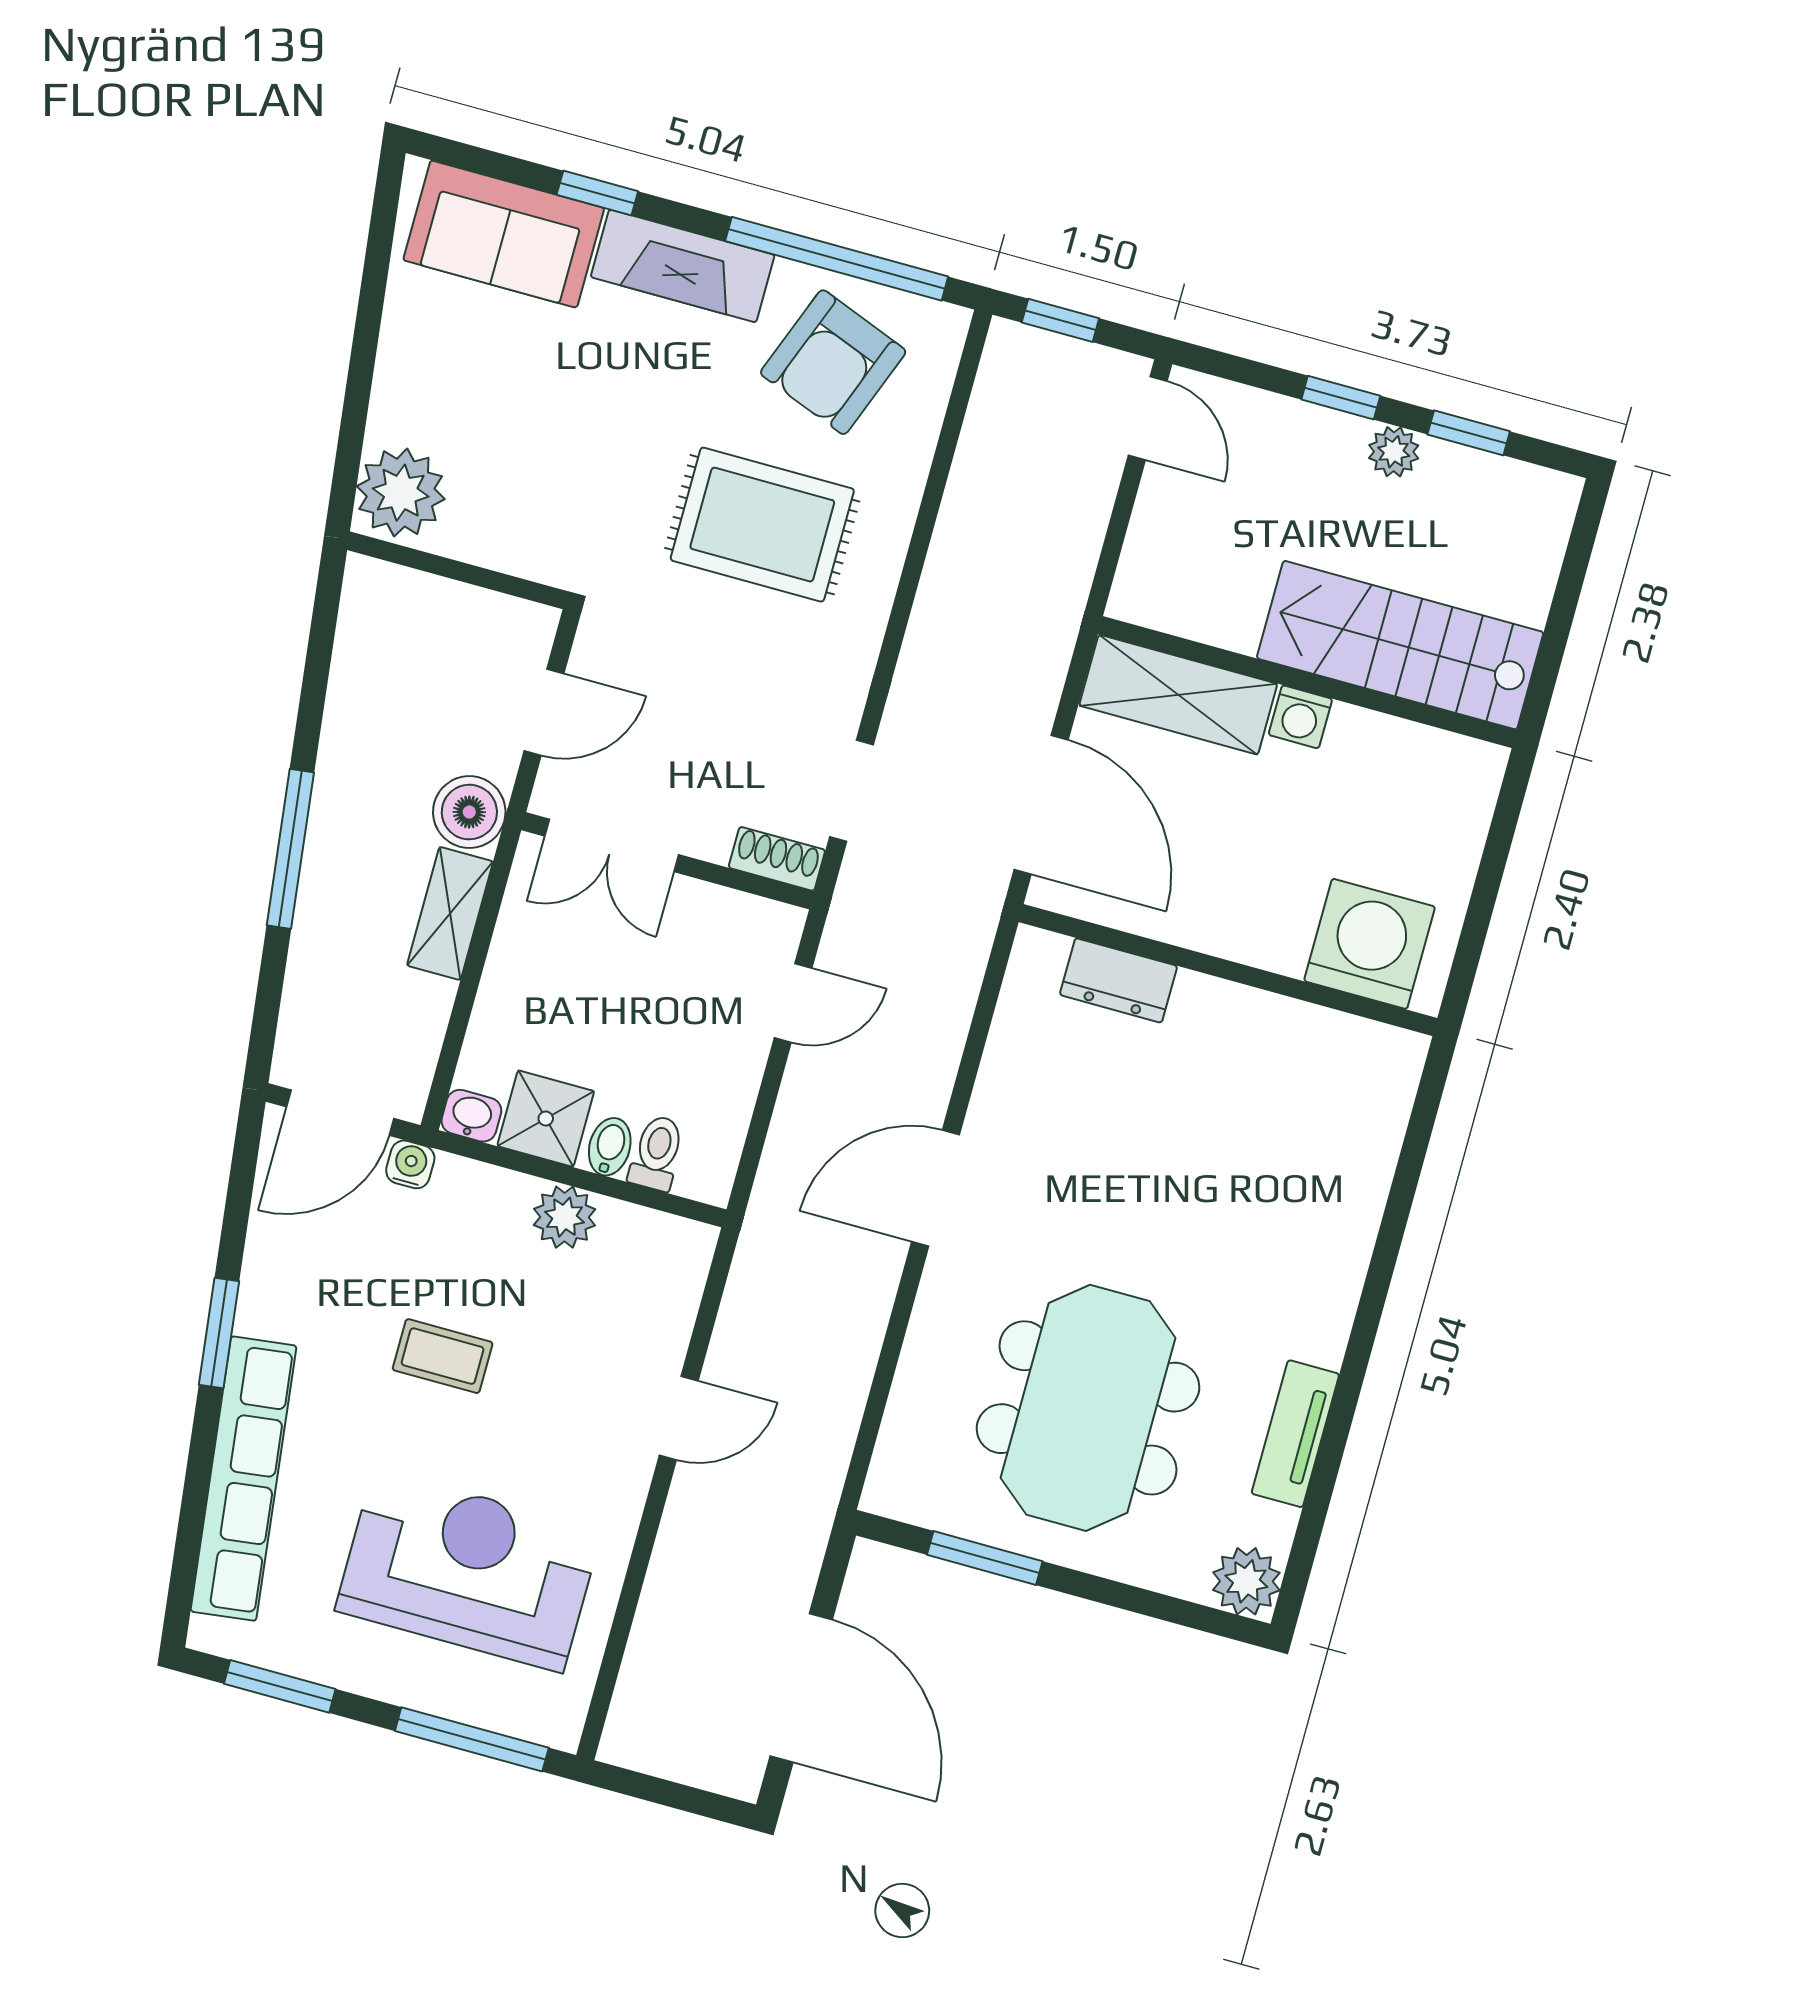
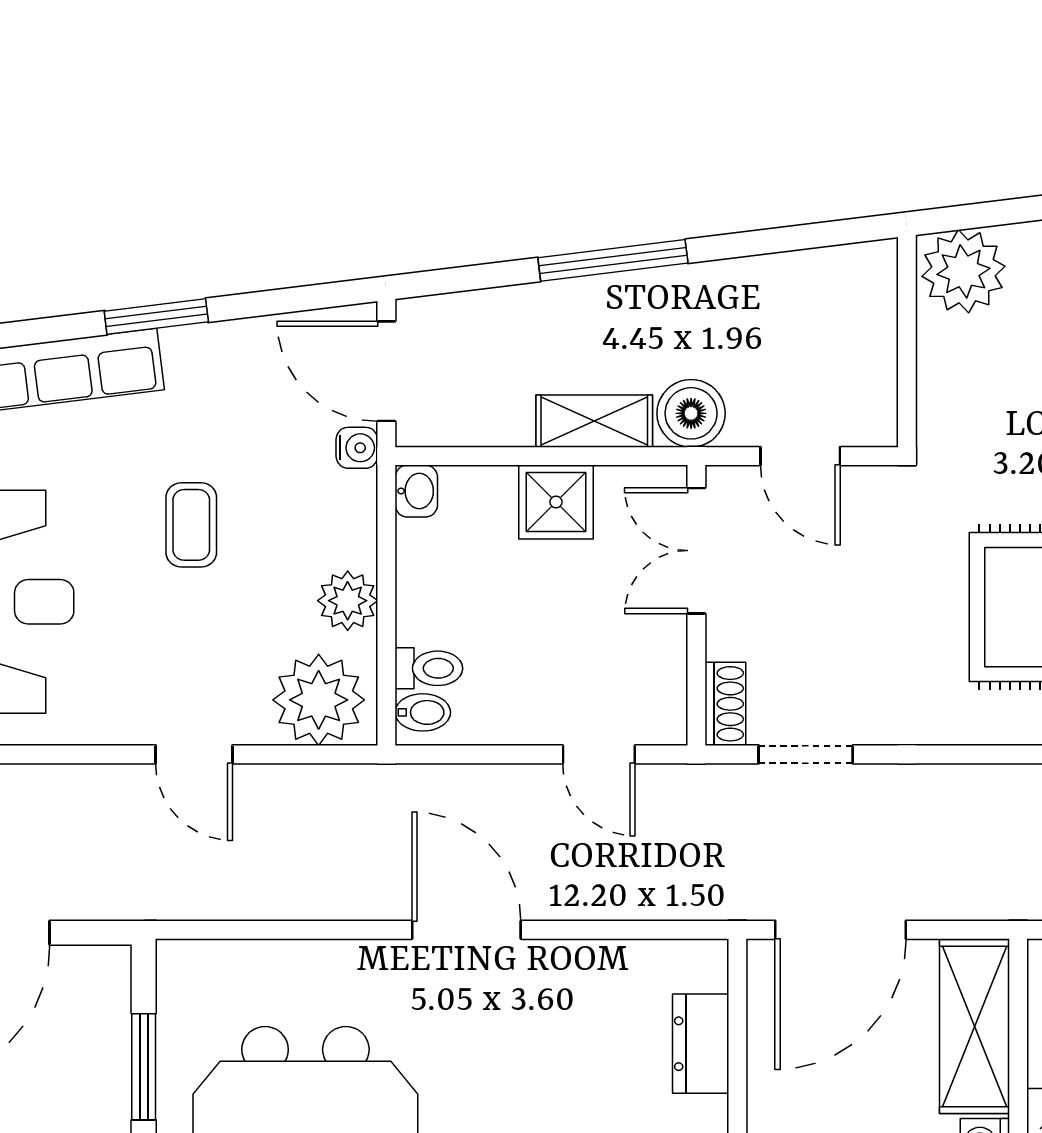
shower: (546, 1119) -> (556, 502), moved
bidet: (610, 1147) -> (423, 712), moved
plant: (658, 1275) -> (319, 700), added

